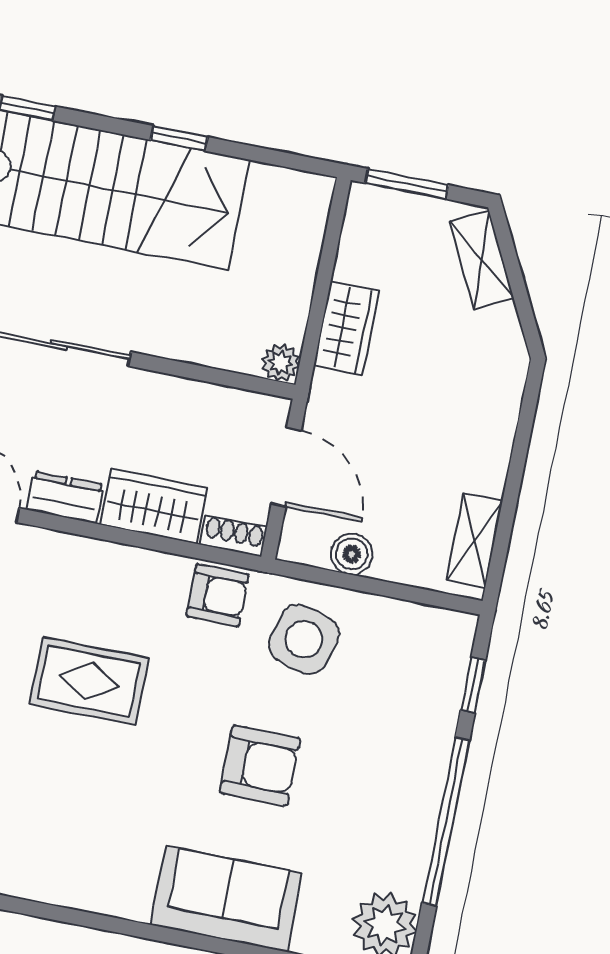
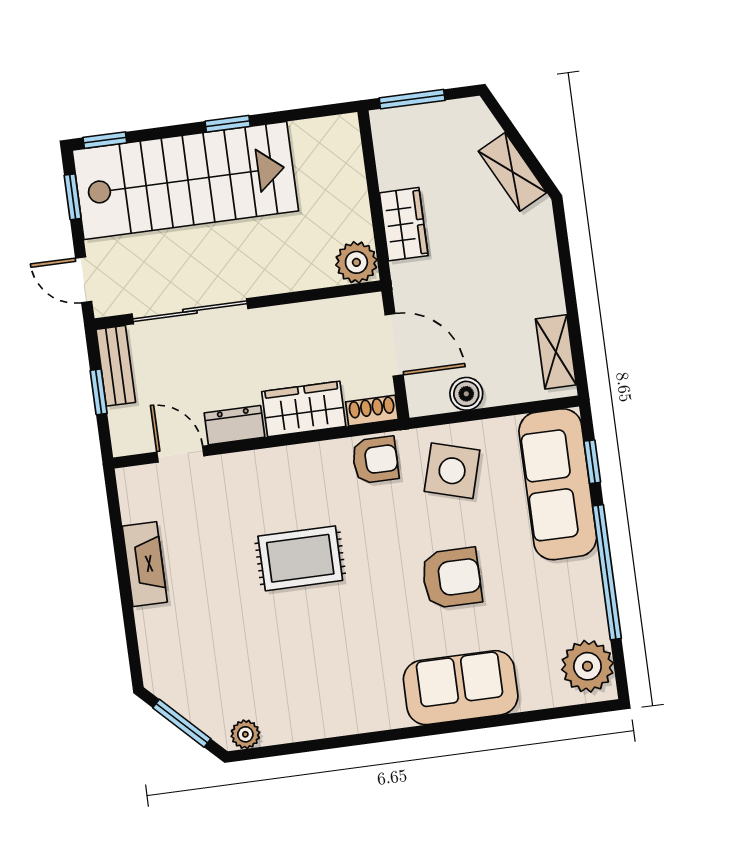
shelving: (482, 259) -> (513, 172), moved
plant: (281, 363) -> (356, 262), width x1.38, depth x1.38
sofa: (423, 698) -> (558, 484), added

